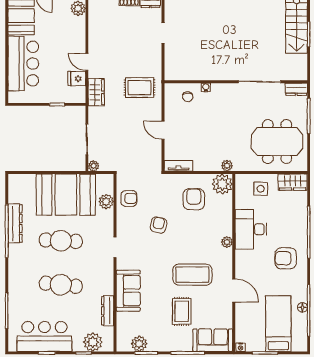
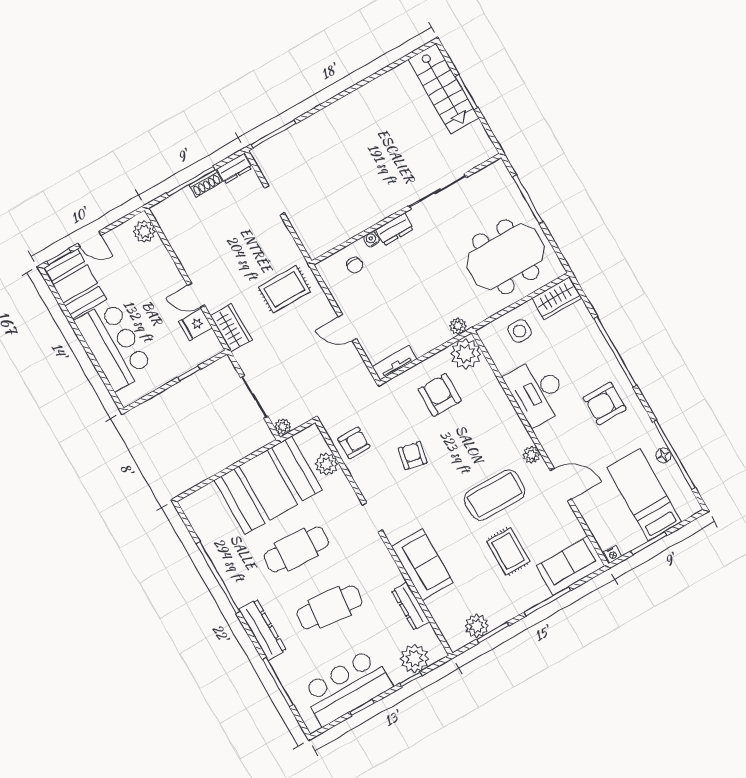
dresser: (296, 89) -> (394, 229), moved
dresser: (15, 224) -> (263, 630), moved
plant: (227, 242) -> (532, 455), moved

